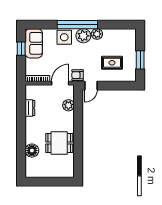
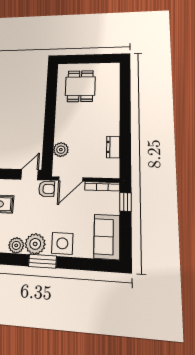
window: (77, 25) -> (42, 261), width x0.47
window: (21, 49) -> (125, 202), moved
dining table: (59, 143) -> (80, 86), moved, turned 90
floor lamp: (32, 151) -> (111, 94), removed

